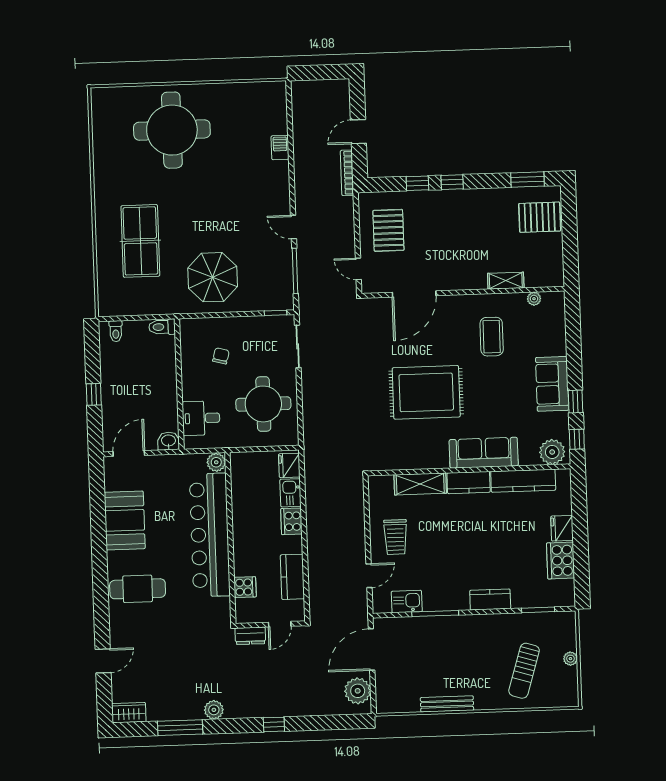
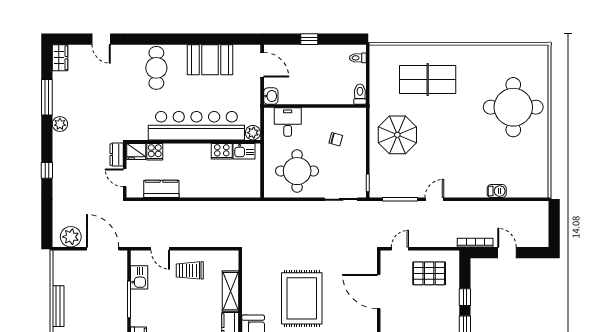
fridge: (289, 465) -> (136, 151), moved, turned 180
kitchen sink: (291, 493) -> (244, 151), moved, turned 180
cooker: (291, 521) -> (222, 151), moved, turned 180

